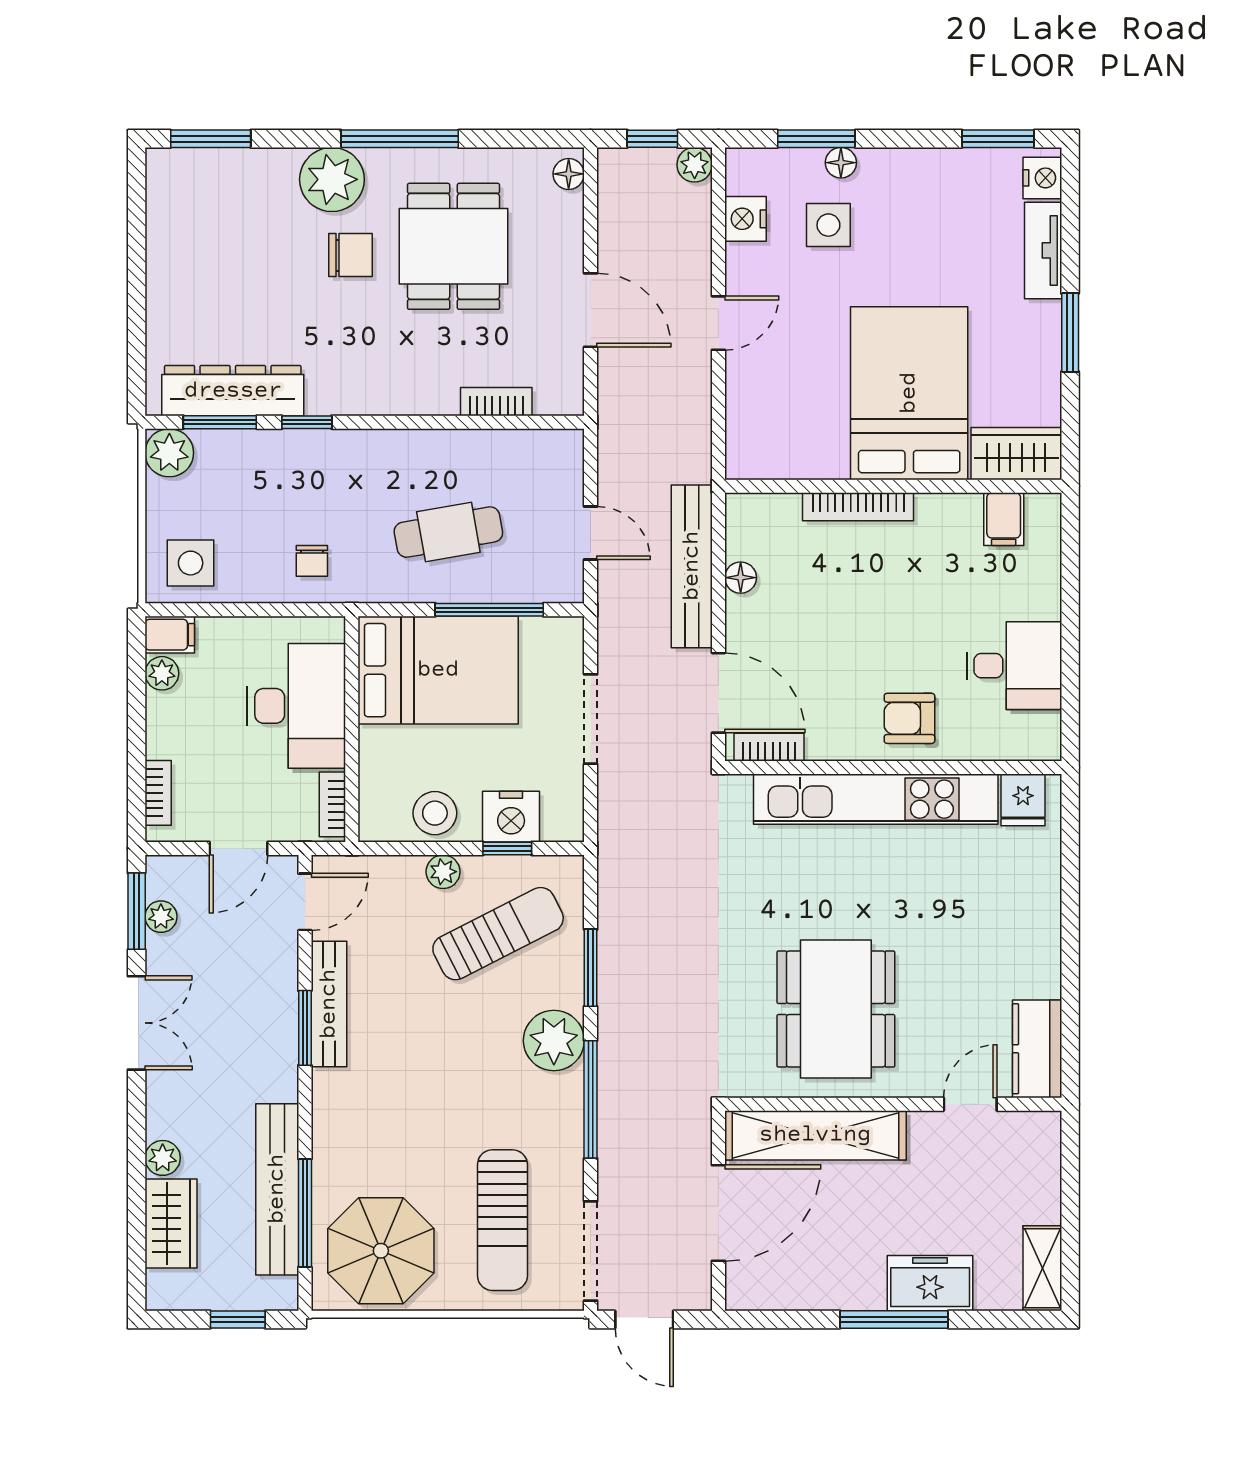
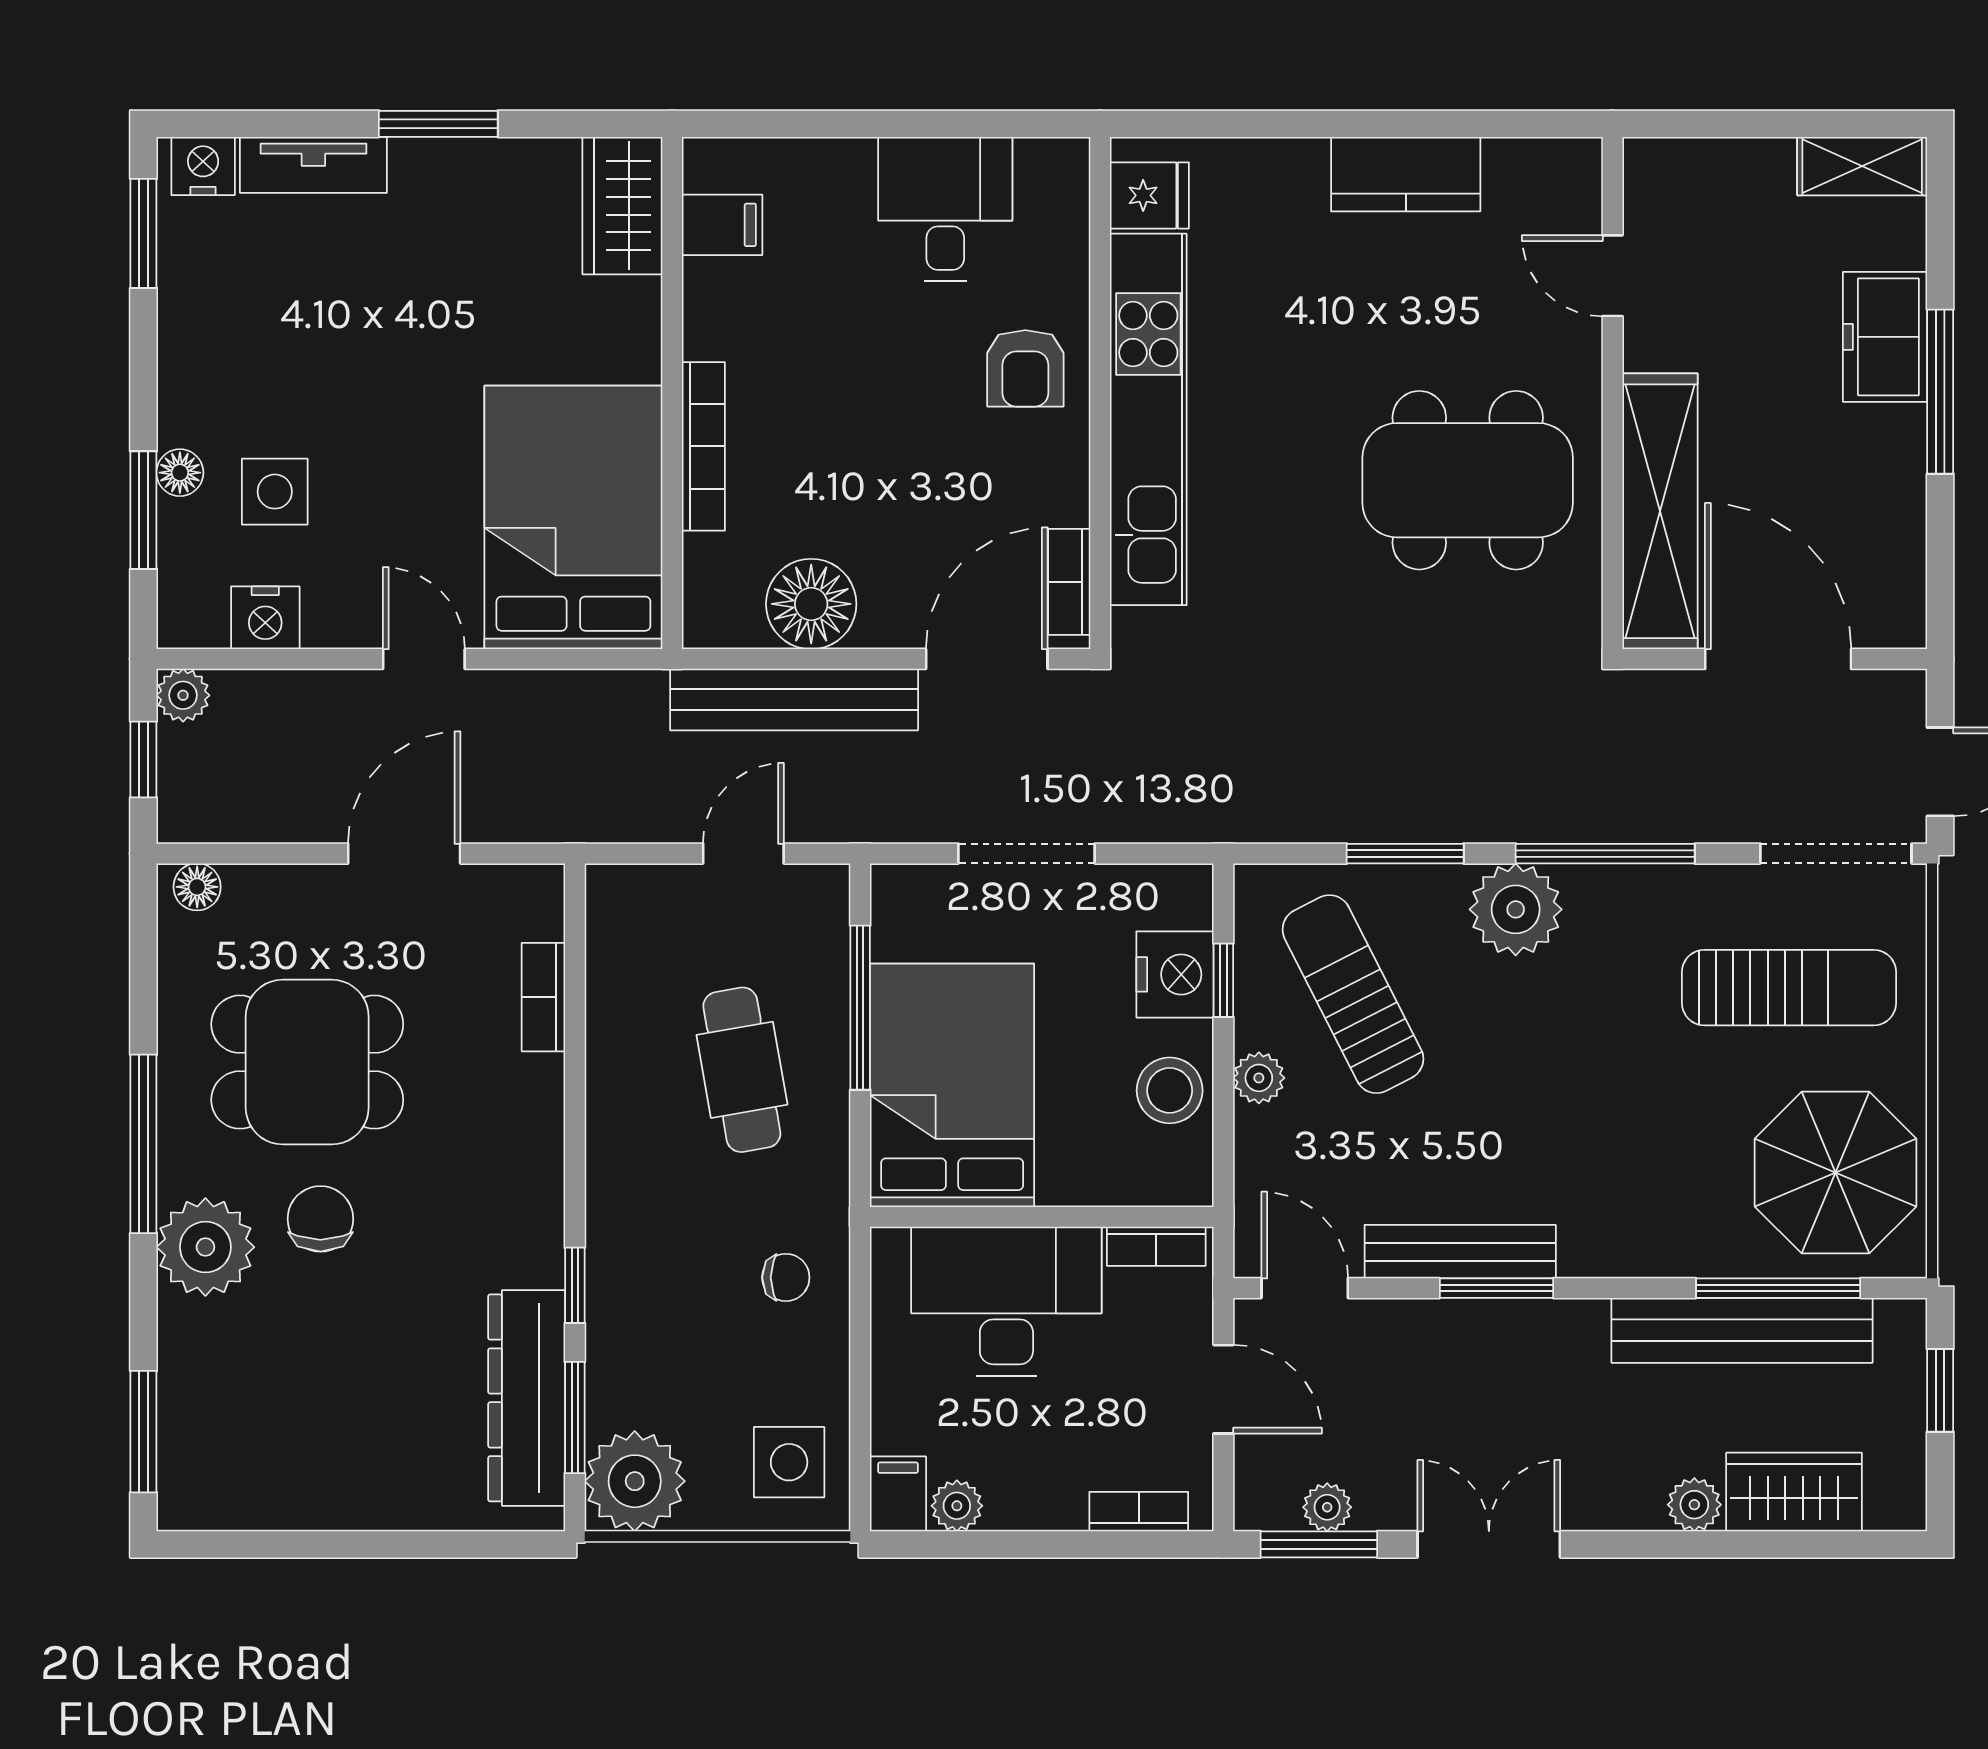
bed: (909, 393) -> (573, 517), moved, turned 90
plant: (169, 453) -> (635, 1481), width x1.36, depth x1.36
floor lamp: (741, 578) -> (811, 604), width x1.89, depth x1.89
kitchen counter: (1037, 1049) -> (1406, 174), moved

